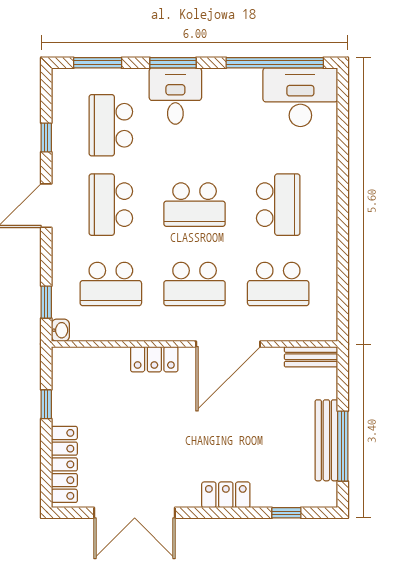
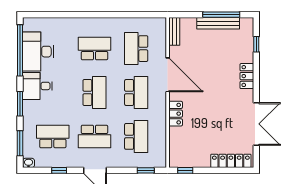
desk: (175, 96) -> (37, 86), moved
desk: (300, 97) -> (38, 52), moved
school desk: (111, 125) -> (53, 136), turned 180
school desk: (278, 284) -> (136, 49), turned 180
washbasin: (60, 330) -> (29, 163), moved
window: (46, 404) -> (185, 170), moved

